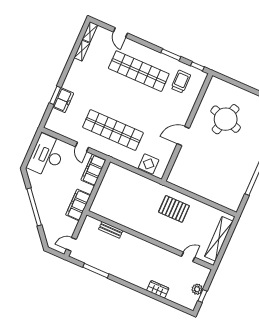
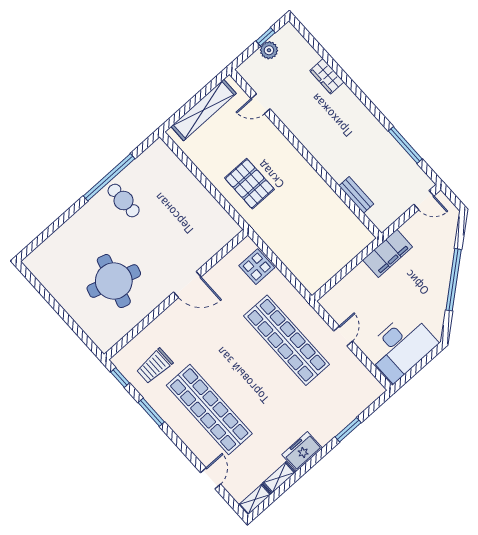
freezer: (63, 100) -> (302, 451), moved
cafe table: (241, 167) -> (124, 201), added
filing cabinet: (93, 170) -> (342, 295), removed

